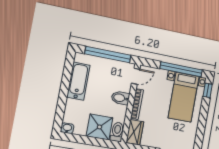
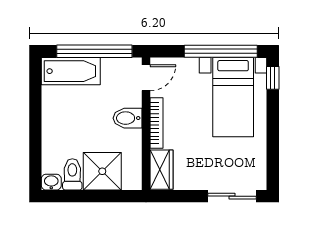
bathtub: (78, 81) -> (71, 71), moved, turned 90
toilet: (117, 132) -> (72, 174), moved

